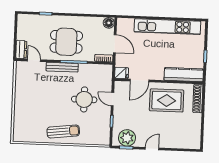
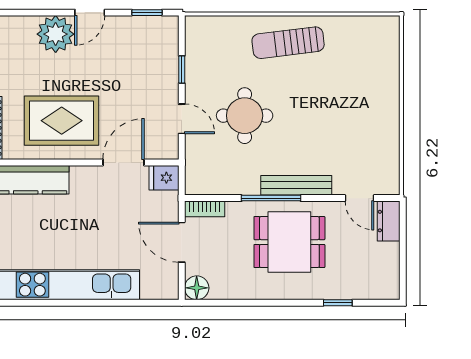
plant: (127, 138) -> (56, 34), moved

